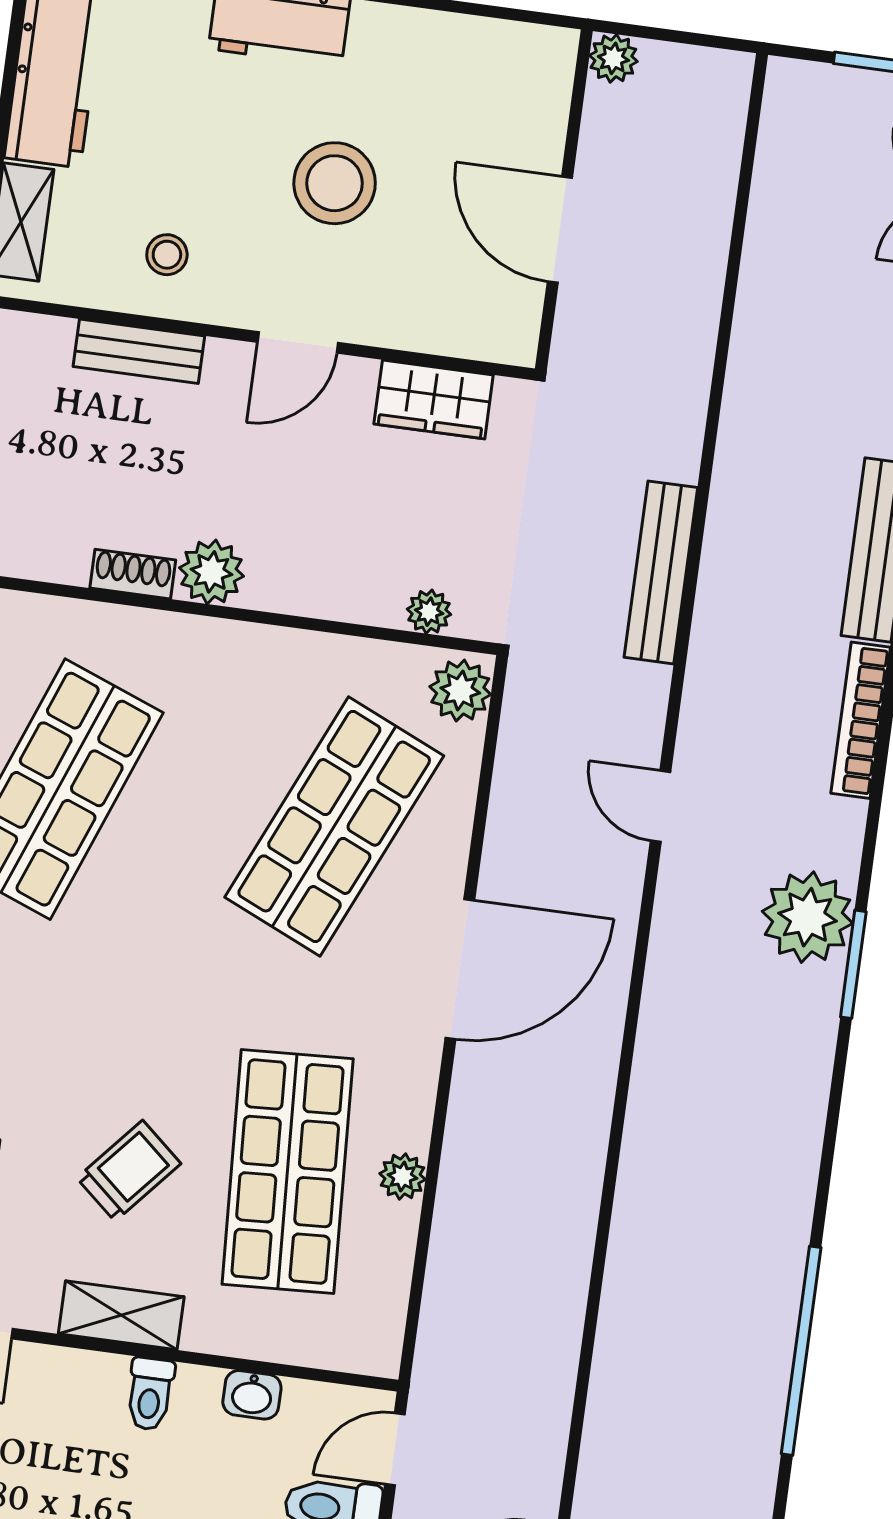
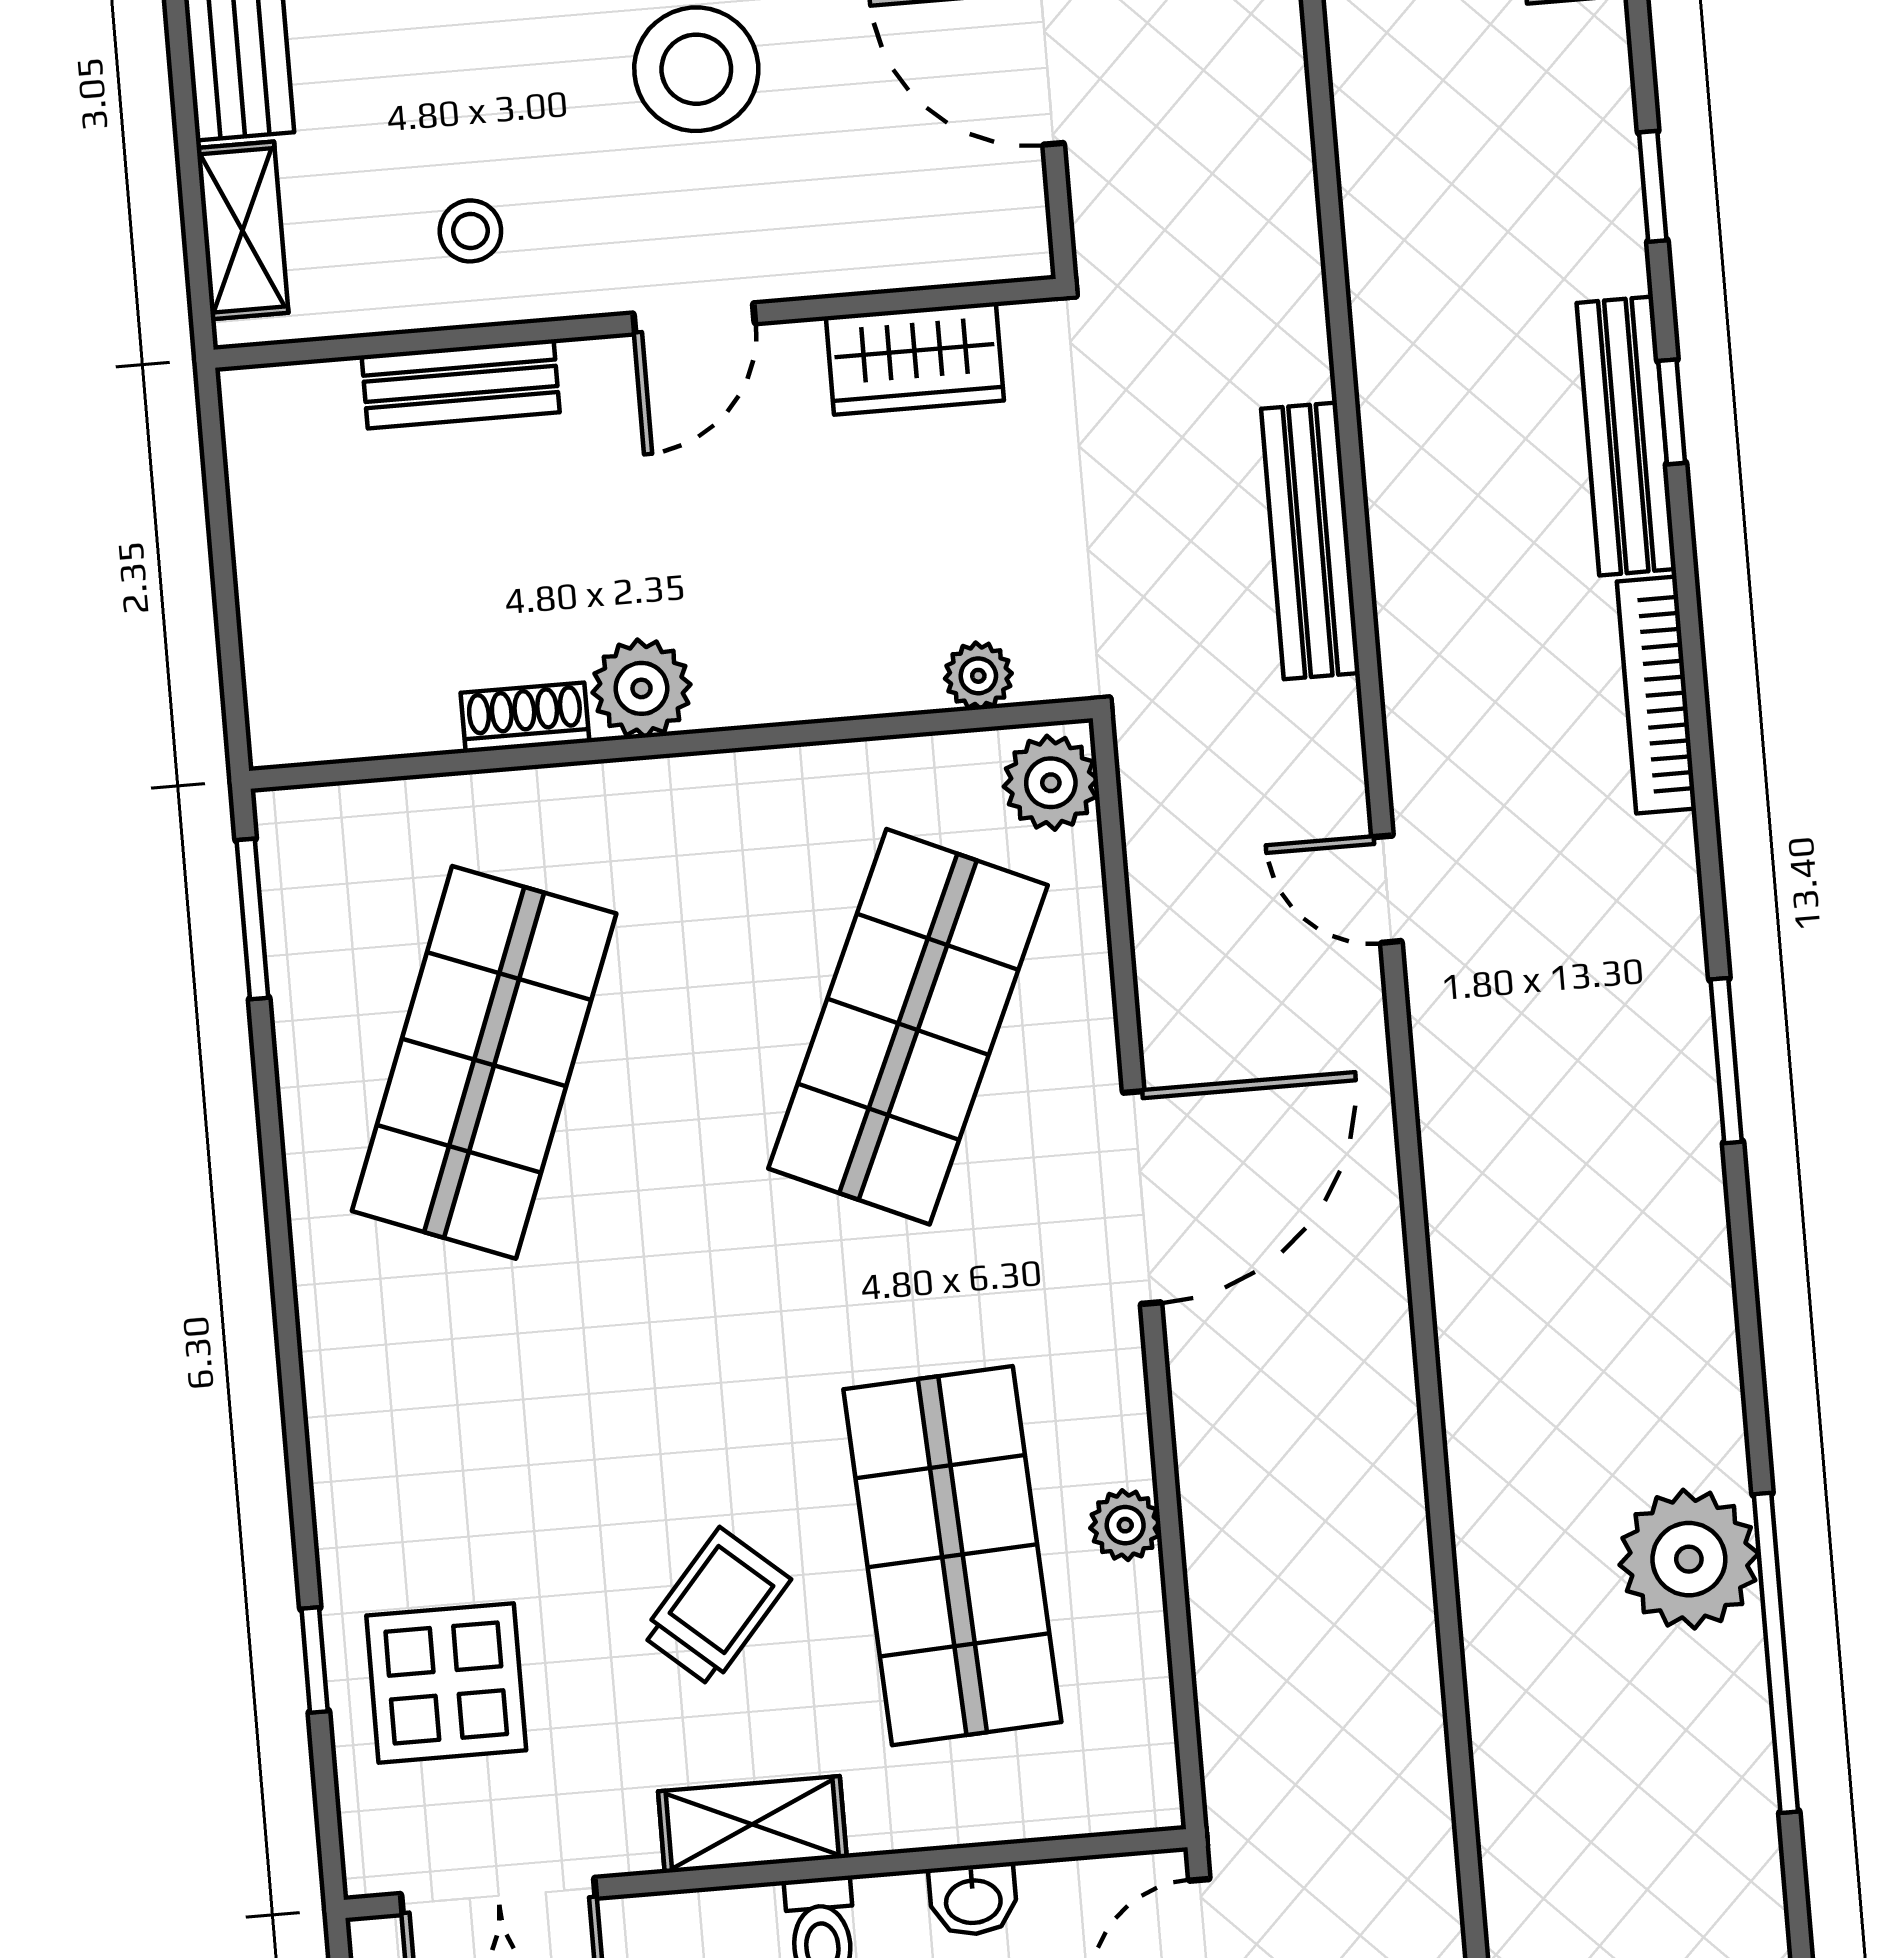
plant: (808, 917) -> (1689, 1559), moved

